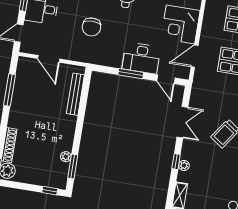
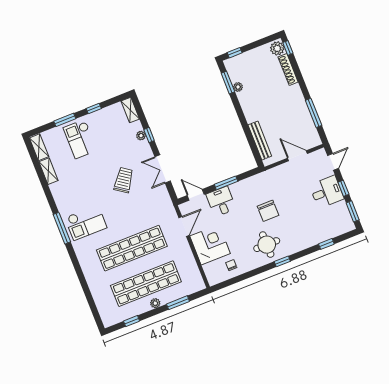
chair: (91, 27) -> (268, 211), moved, turned 180
desk: (141, 58) -> (221, 202), width x0.73

